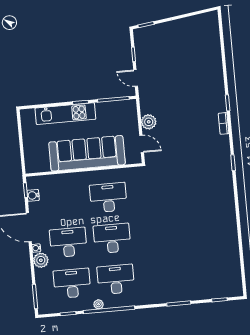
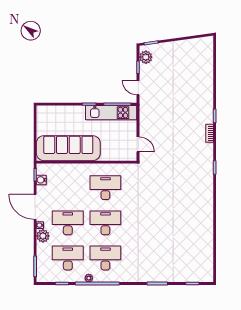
kitchen unit: (65, 114) -> (111, 113), moved
plant: (149, 122) -> (146, 57), moved
sofa: (87, 153) -> (68, 148), moved

